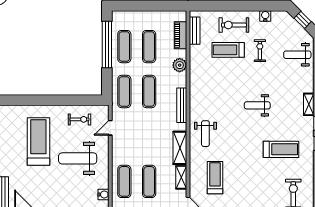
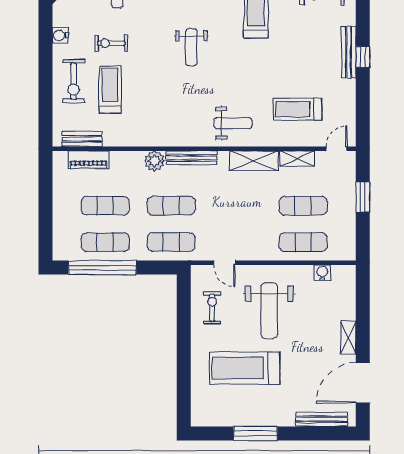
treadmill: (228, 50) -> (110, 90), turned 180
plant: (180, 65) -> (154, 161), moved

